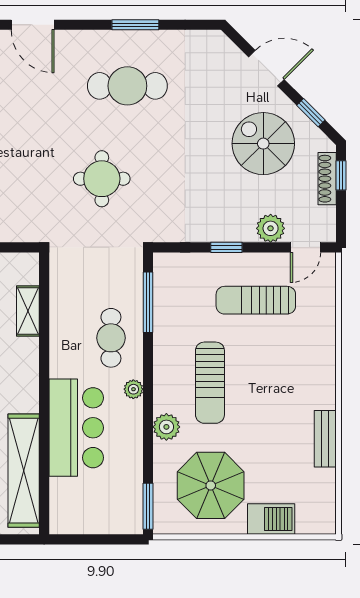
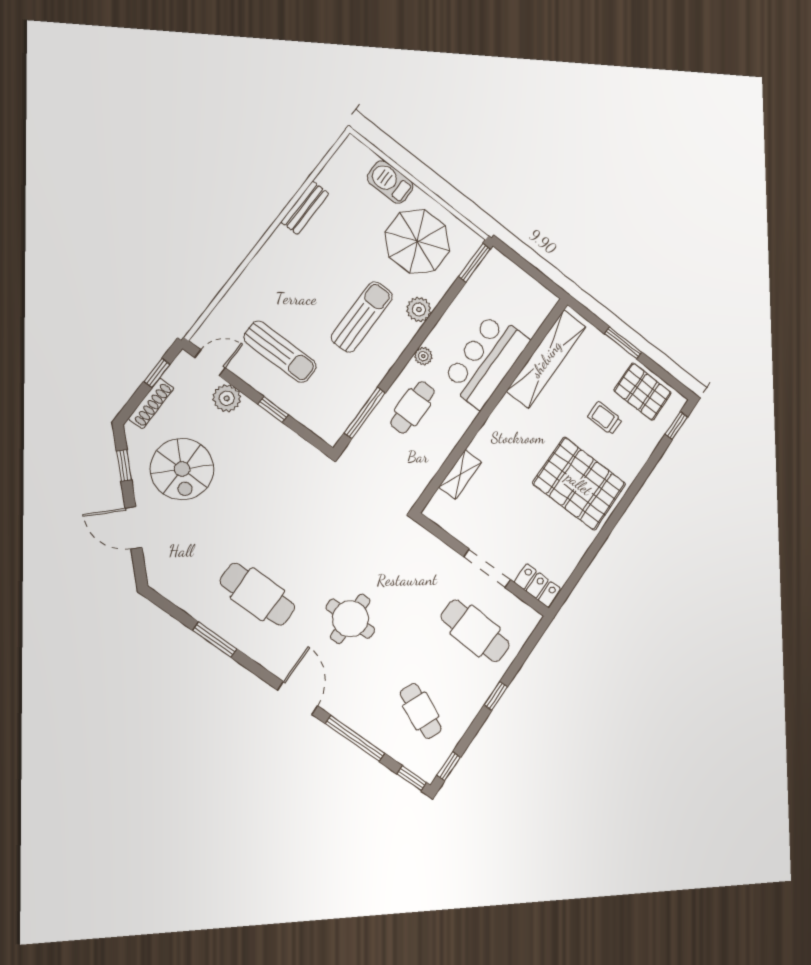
window: (341, 175) -> (157, 373), moved
round table: (102, 179) -> (350, 619), moved

